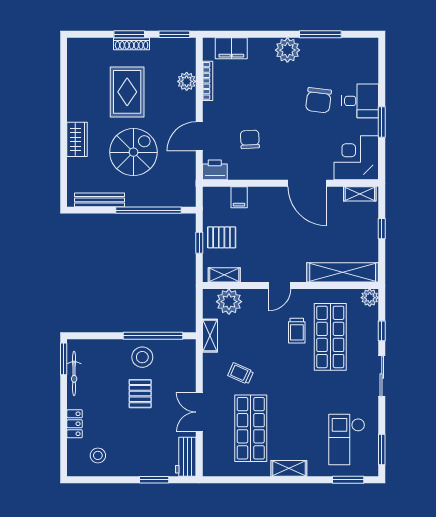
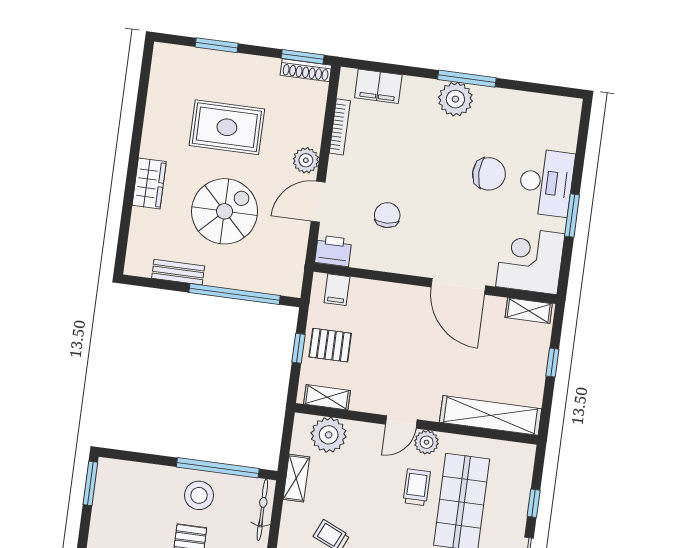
window: (129, 34) -> (217, 45), moved
window: (320, 34) -> (467, 79), moved
shoe rack: (132, 44) -> (306, 70), moved
plant: (187, 81) -> (306, 160), moved
rug: (127, 92) -> (227, 127), turned 90
chair: (318, 100) -> (489, 174), turned -97
desk: (360, 101) -> (546, 182), width x1.37
filing cabinet: (239, 197) -> (337, 290), moved
bench: (99, 200) -> (178, 272), width x0.73
plant: (370, 298) -> (427, 442), moved
trolley: (297, 331) -> (417, 487), turned 180
bicycle: (74, 373) -> (262, 510), moved, turned 180

